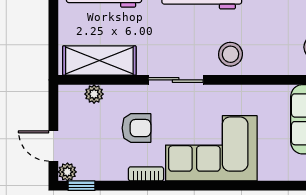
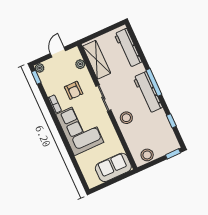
door: (53, 146) -> (58, 52), moved

